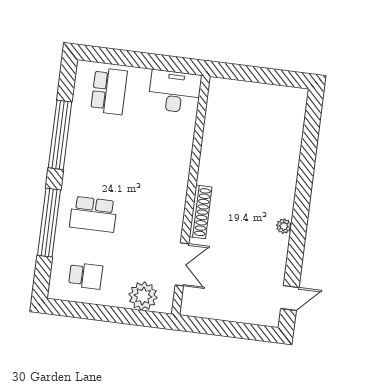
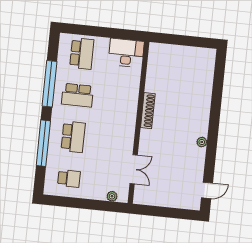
school desk: (101, 153) -> (77, 95), added
shoe rack: (201, 212) -> (148, 111), moved
school desk: (93, 214) -> (73, 137), turned -90
plant: (143, 296) -> (112, 196), width x0.53, depth x0.53

